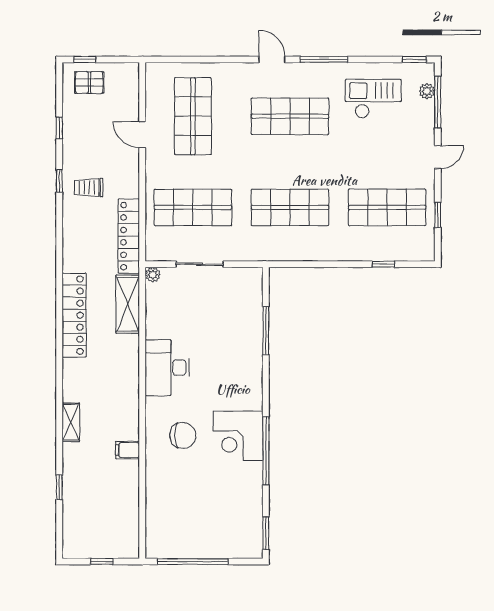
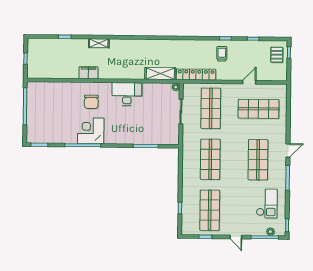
locker: (74, 315) -> (155, 45), removed
filing cabinet: (128, 450) -> (89, 73), width x2.00

